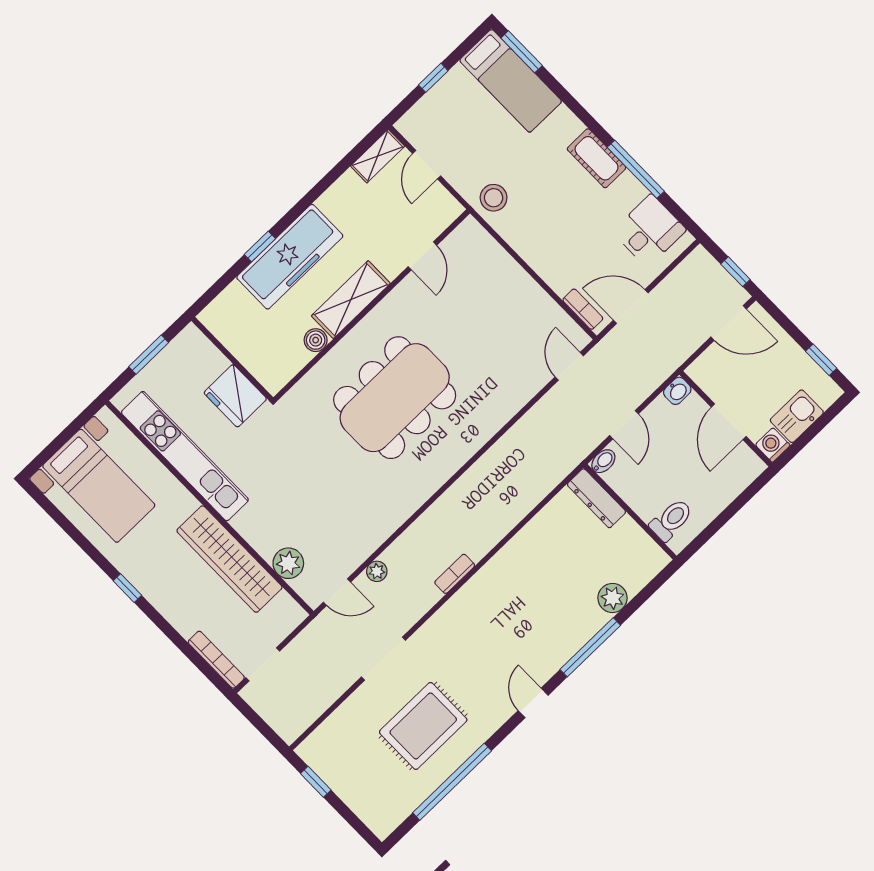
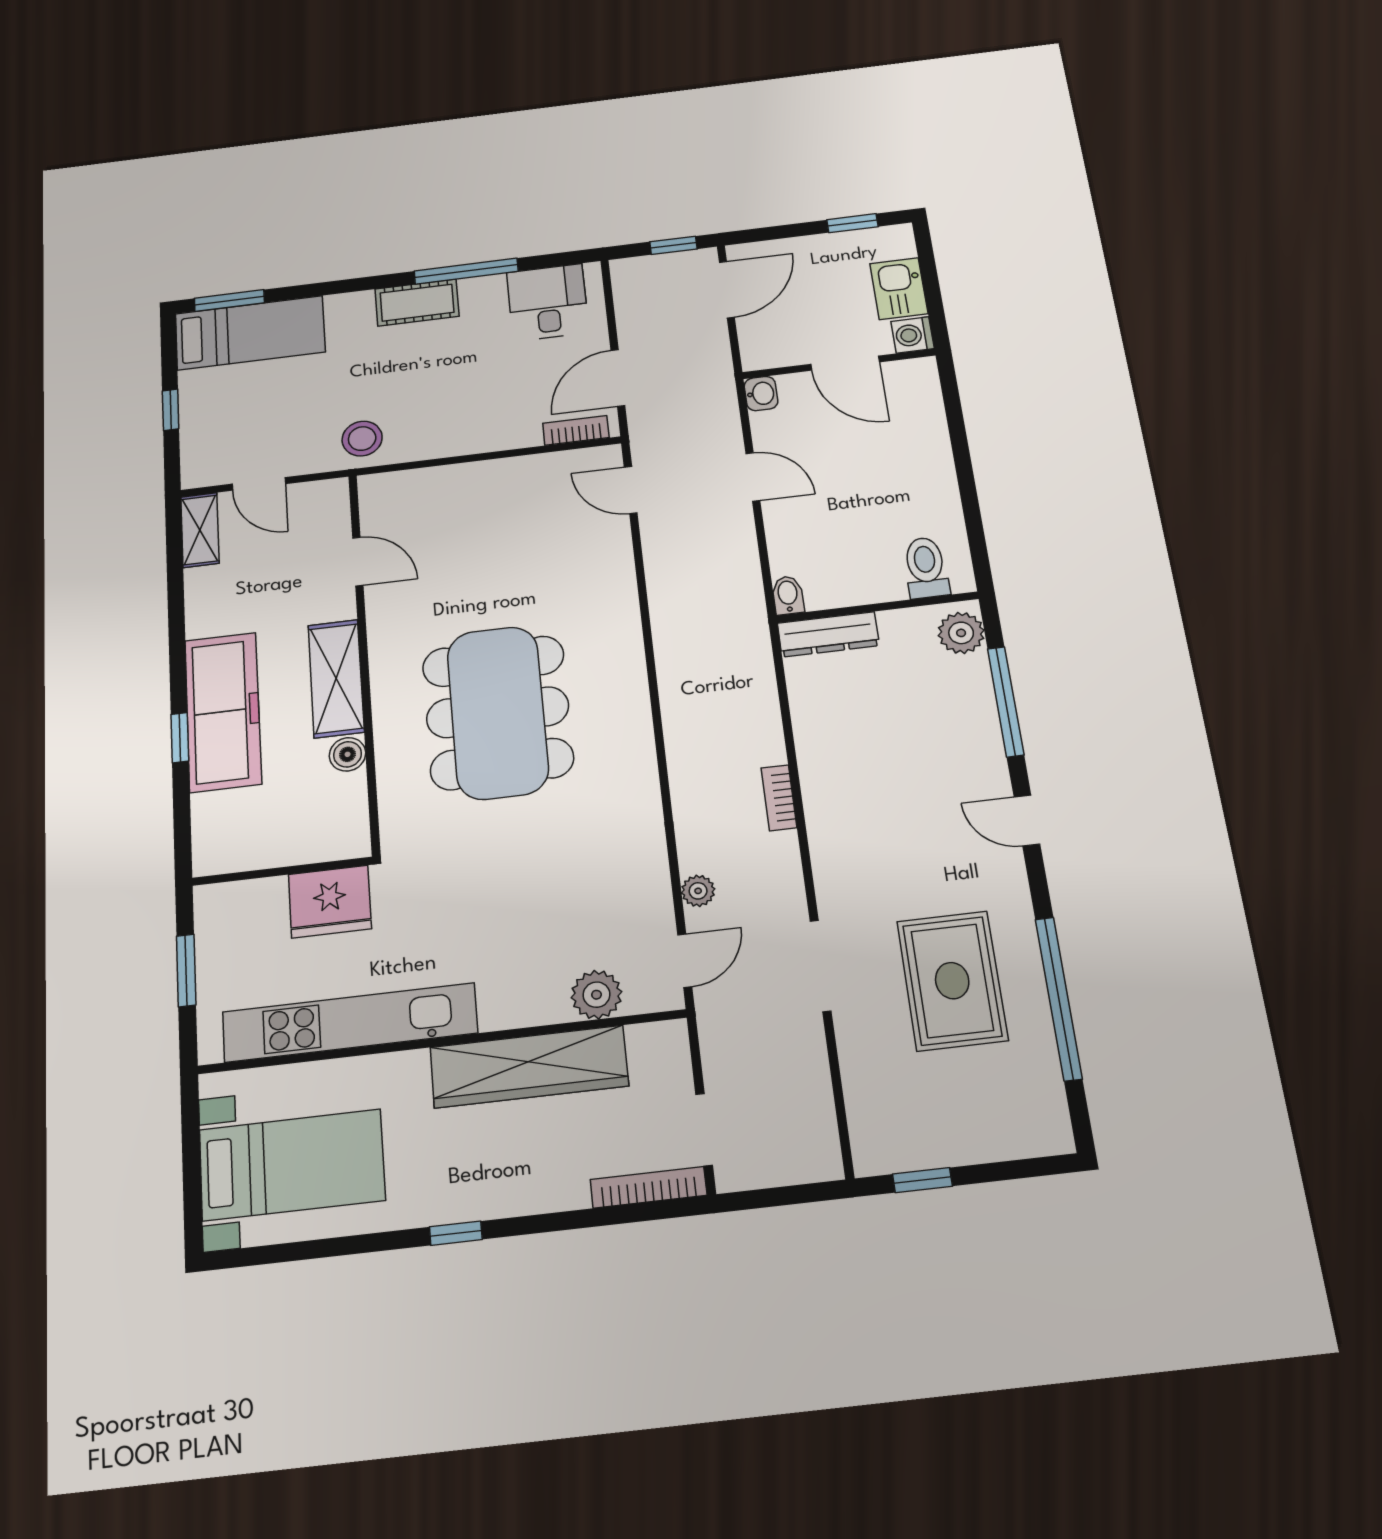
bidet: (603, 461) -> (788, 595), moved
dresser: (596, 498) -> (828, 634), moved
wall: (630, 512) -> (877, 607), moved
toilet: (671, 520) -> (926, 568), moved

